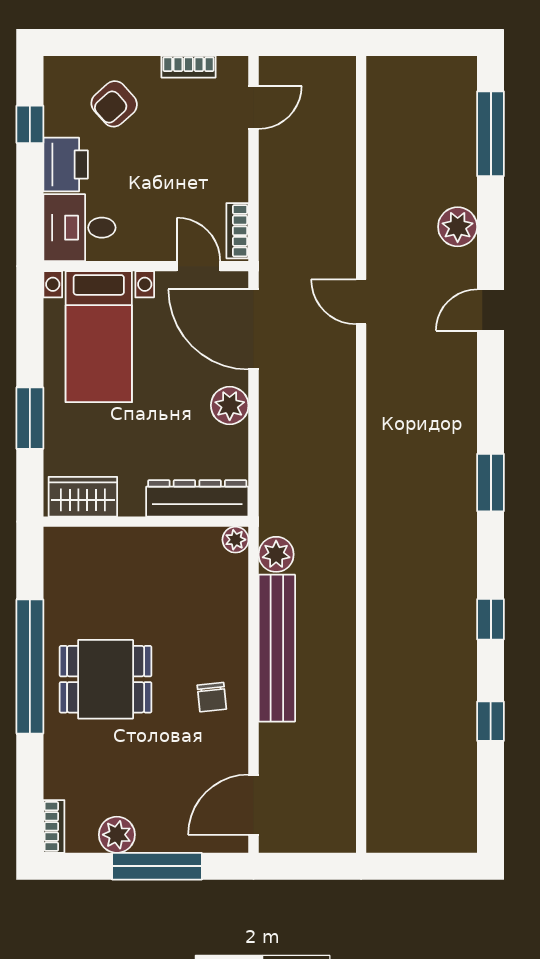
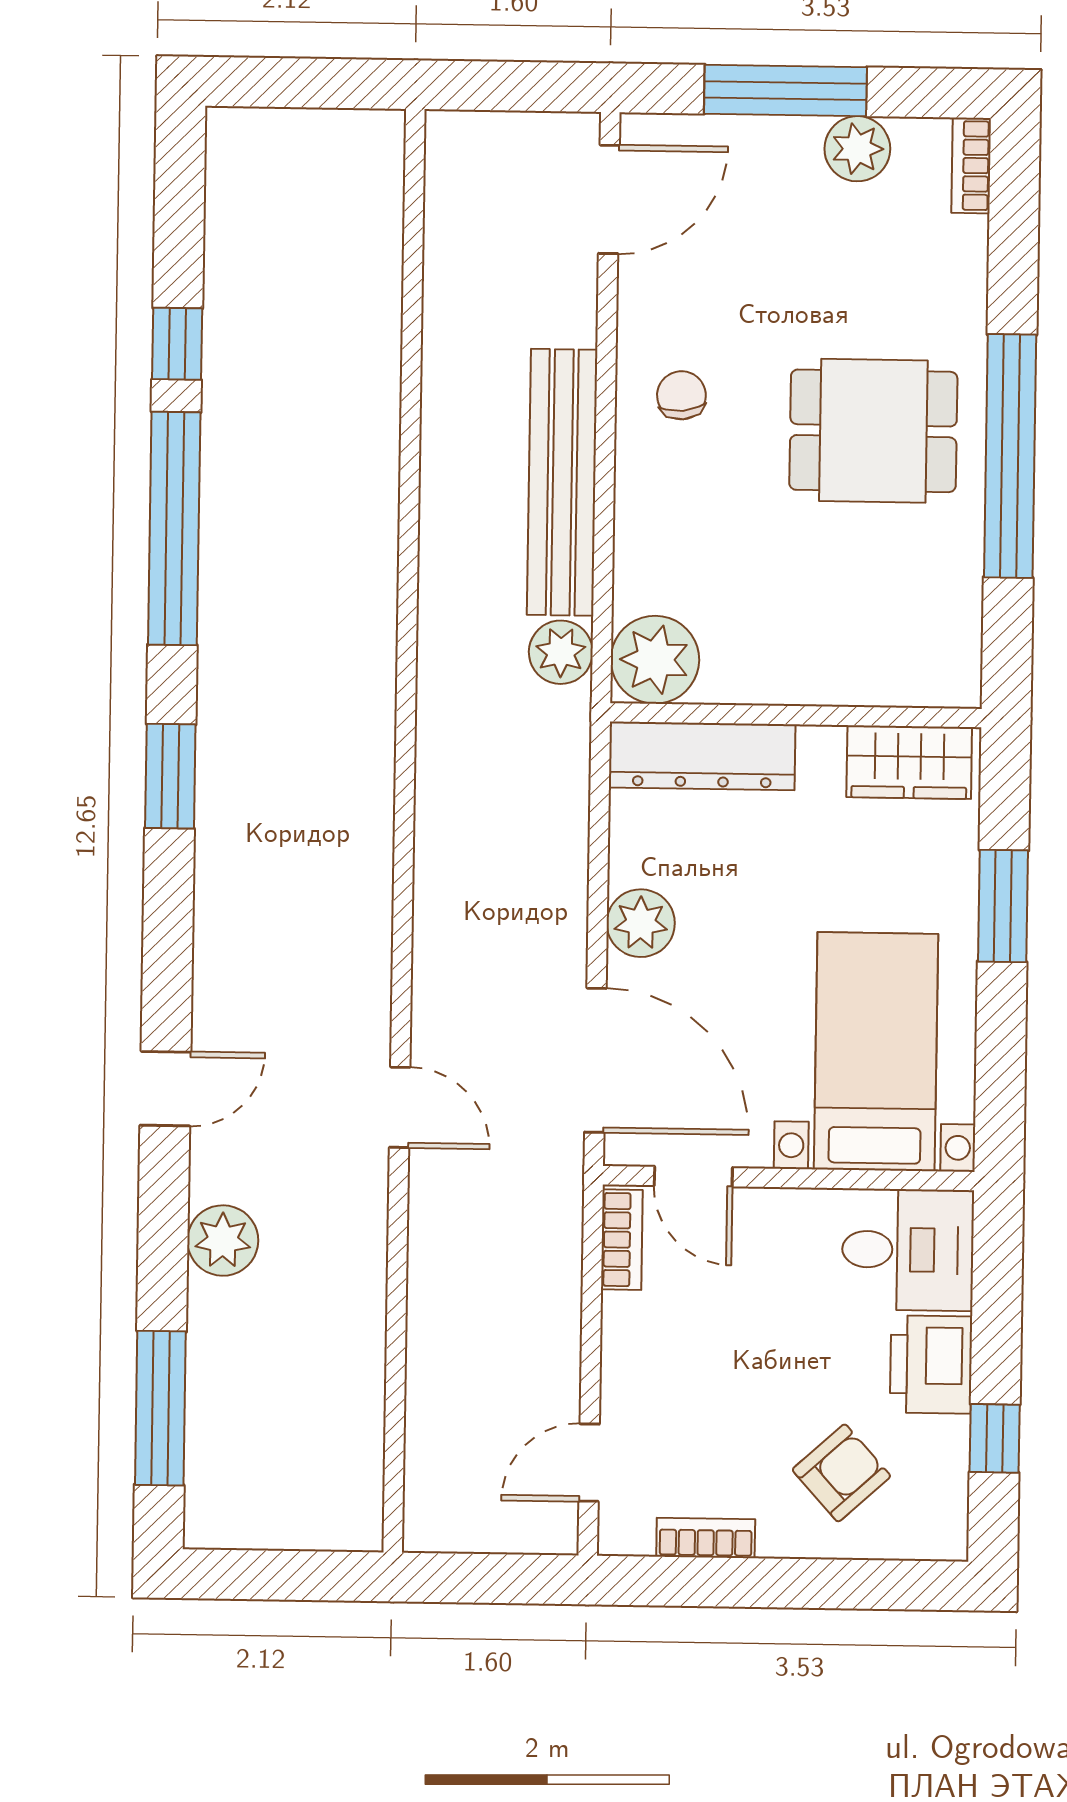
plant: (235, 540) -> (655, 660), width x1.87, depth x1.87
window: (491, 619) -> (174, 528), width x3.17

